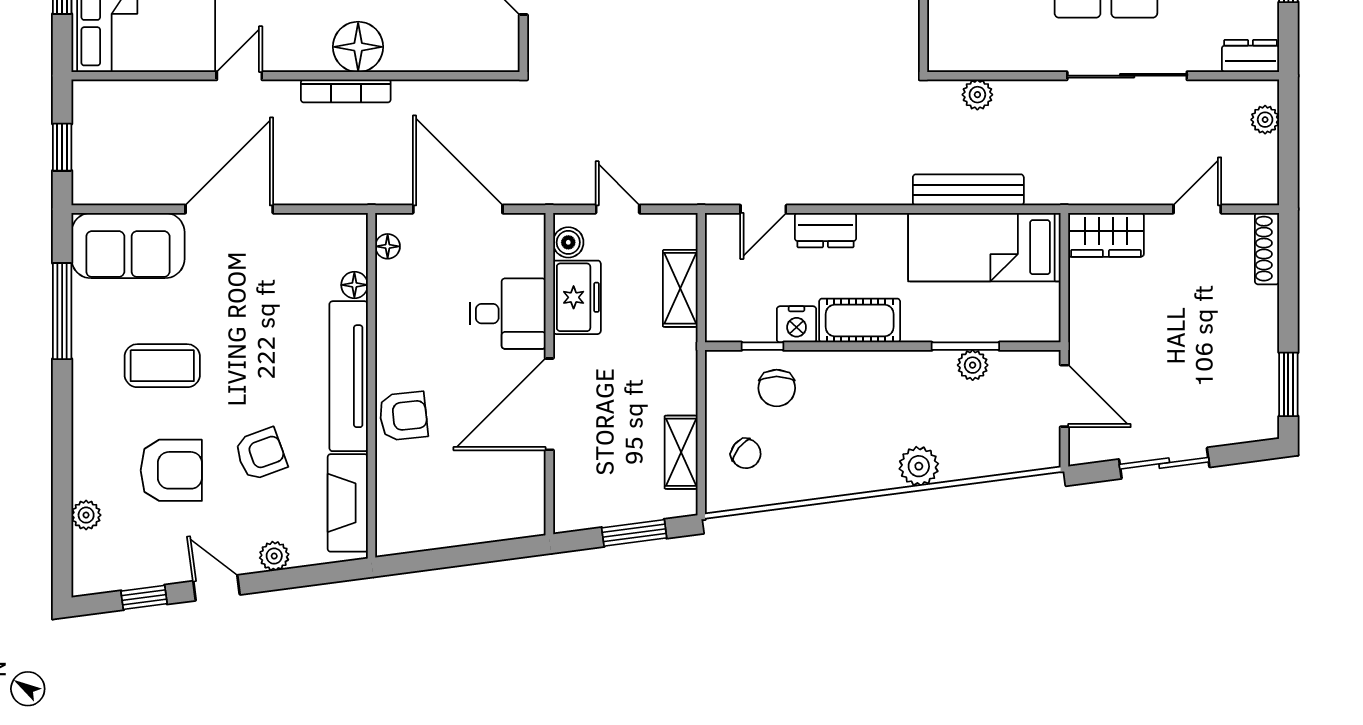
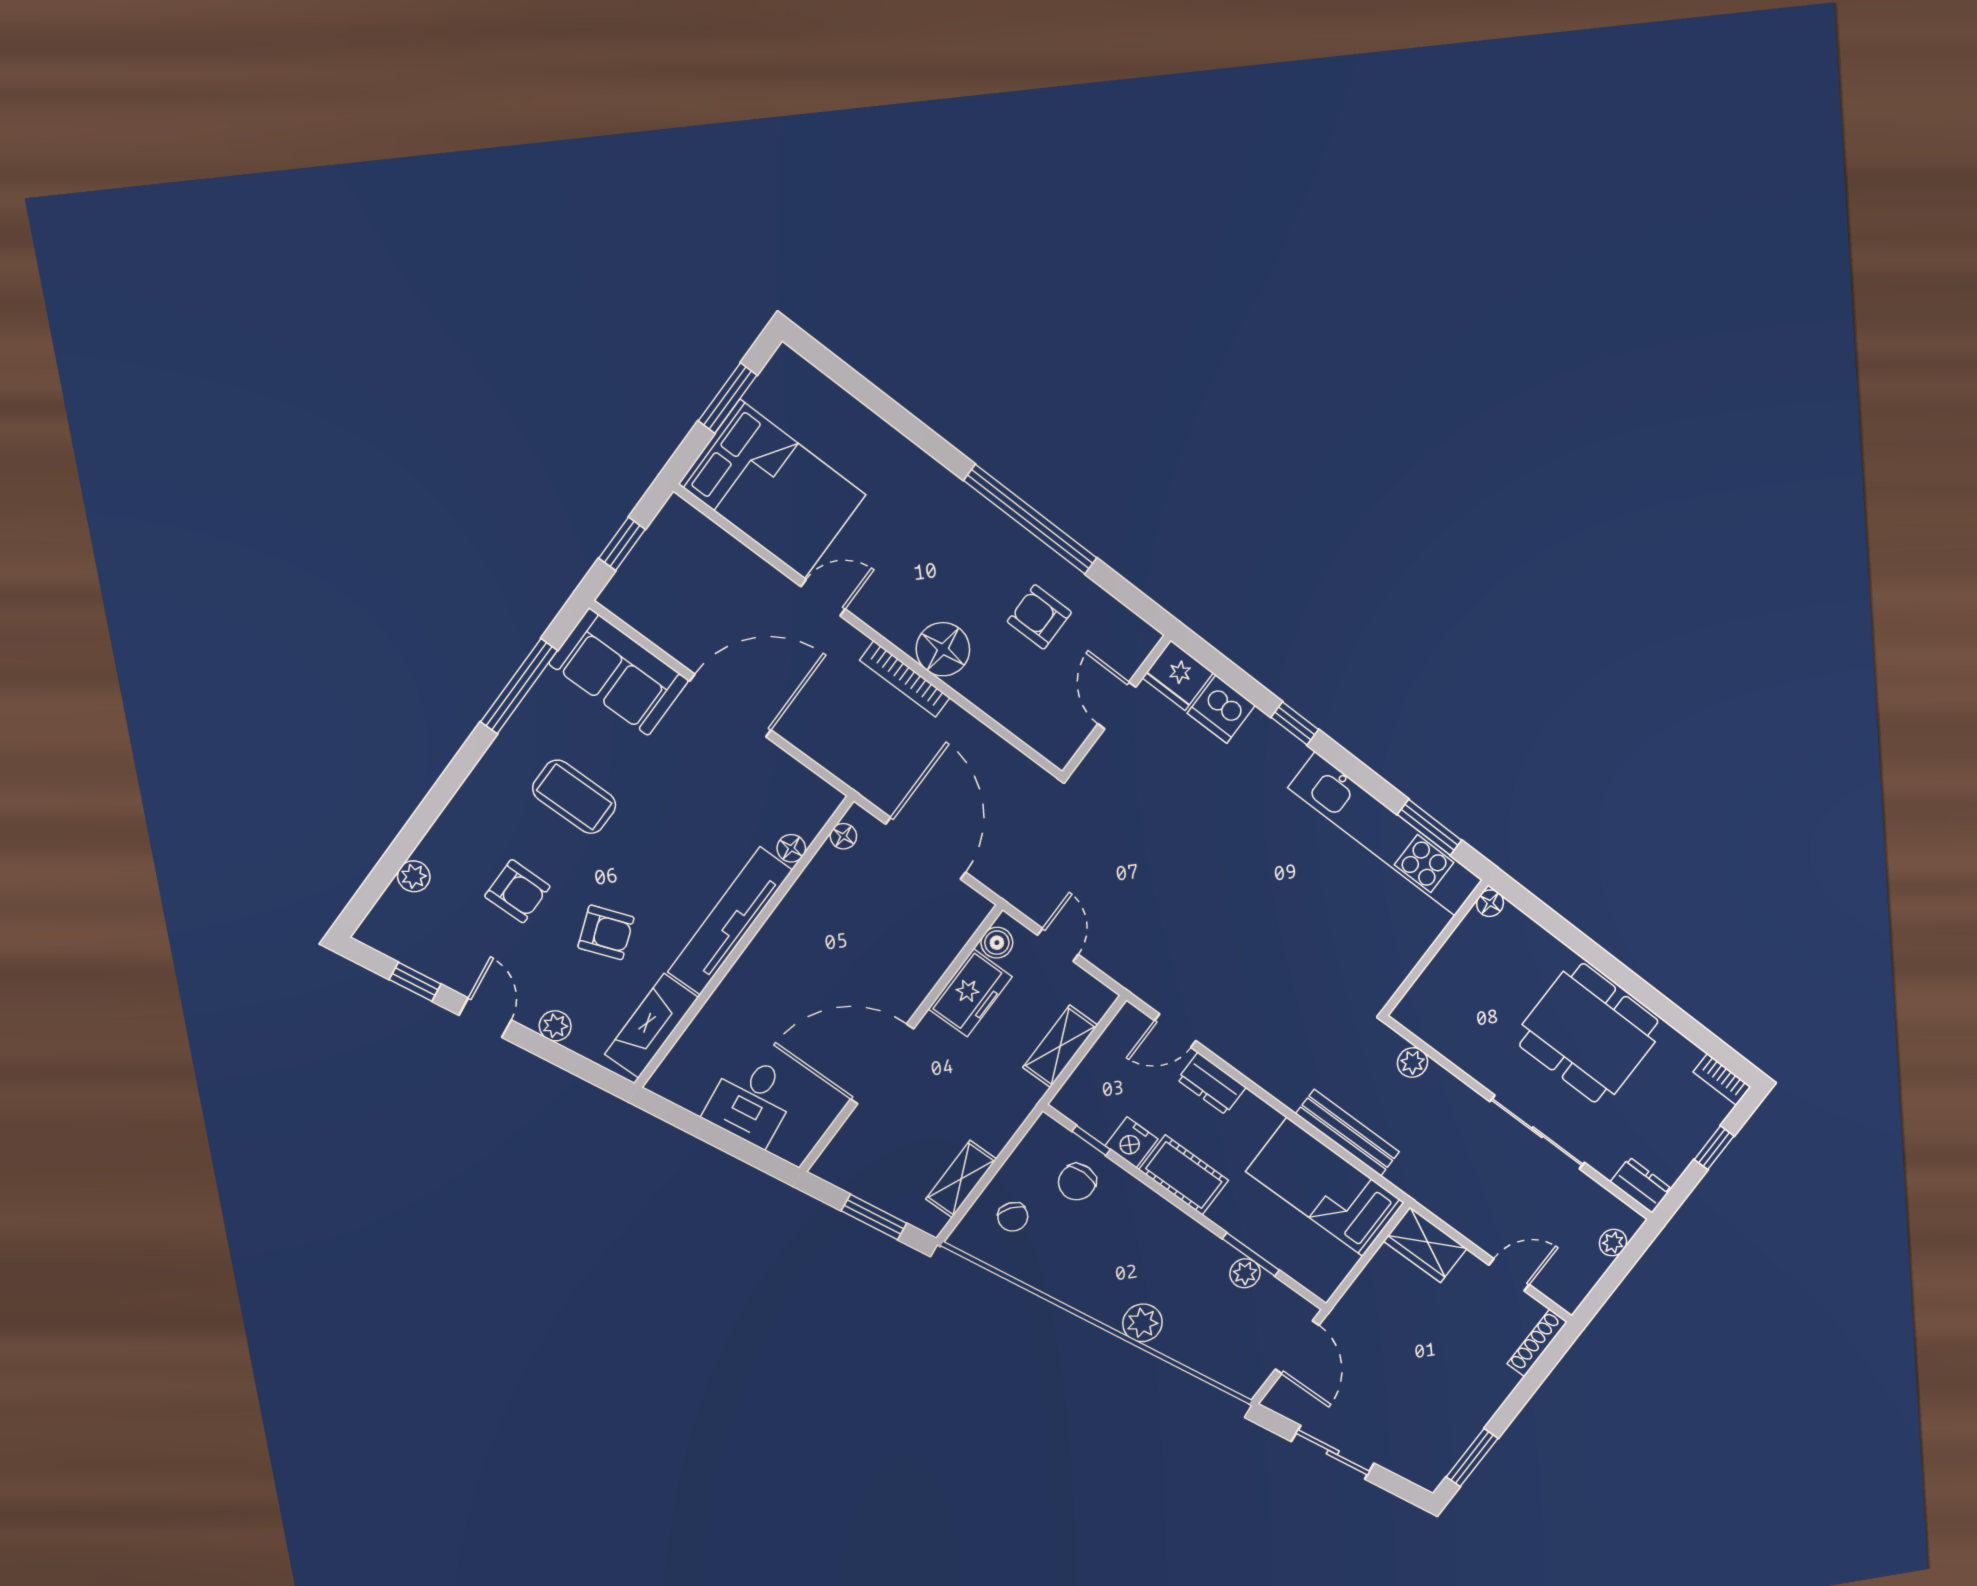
desk: (508, 314) -> (751, 1100), moved, turned 83
armchair: (403, 416) -> (752, 987), removed
armchair: (171, 470) -> (517, 891), width x0.72, depth x0.72

